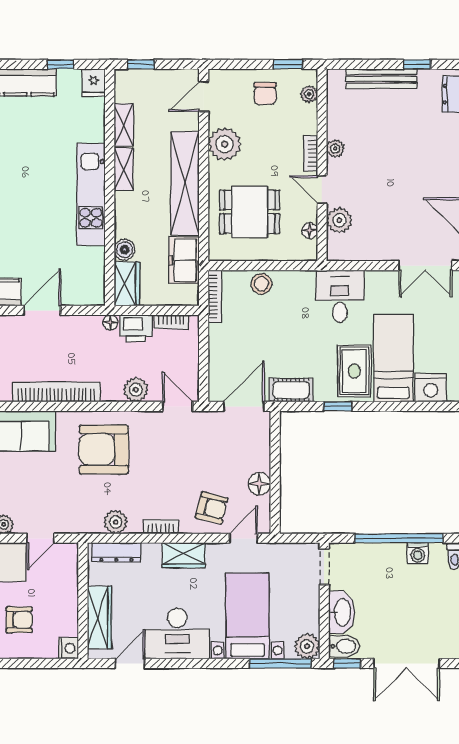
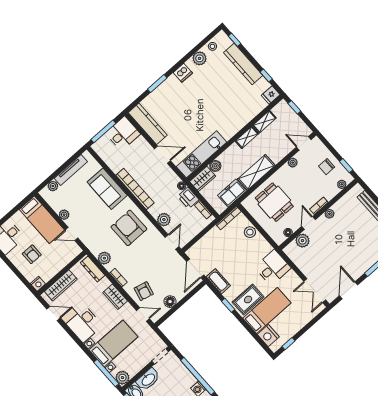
plant: (225, 144) -> (293, 163), width x0.53, depth x0.53
shelving: (185, 183) -> (256, 172), width x0.68
kitchen unit: (91, 194) -> (201, 154), moved
door: (244, 406) -> (195, 268), swing flipped

